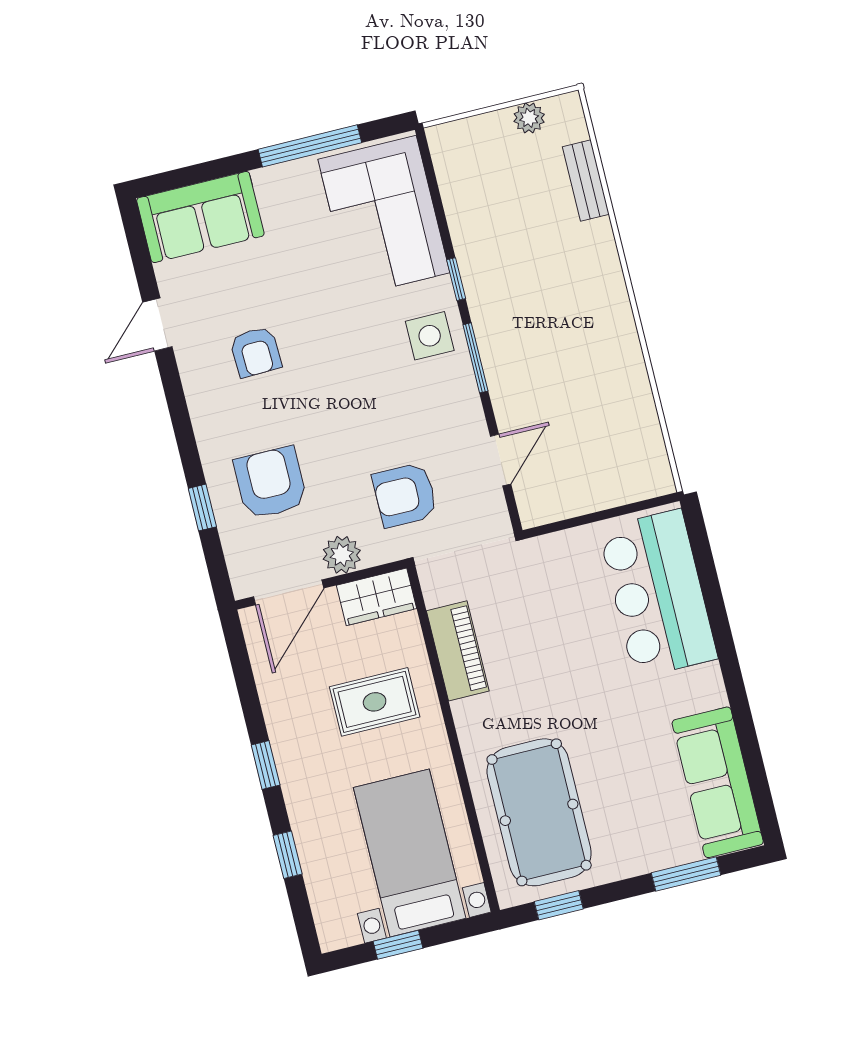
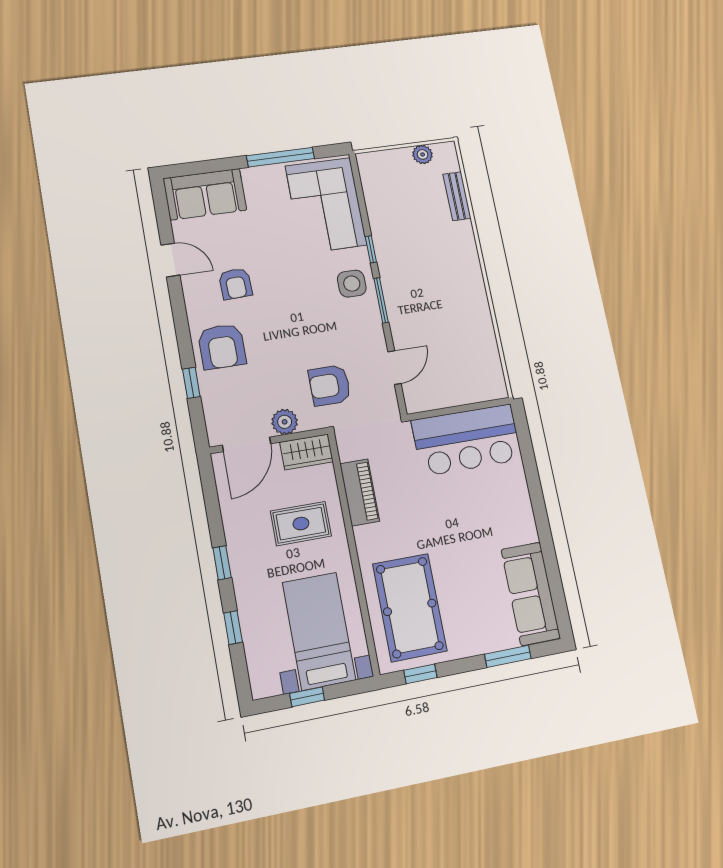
door: (157, 324) -> (170, 260), swing flipped
armchair: (271, 483) -> (222, 346), moved, turned 180
bar counter: (658, 594) -> (467, 440), moved, turned -90

